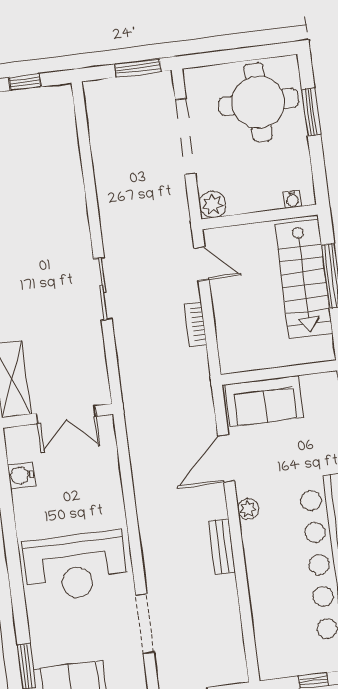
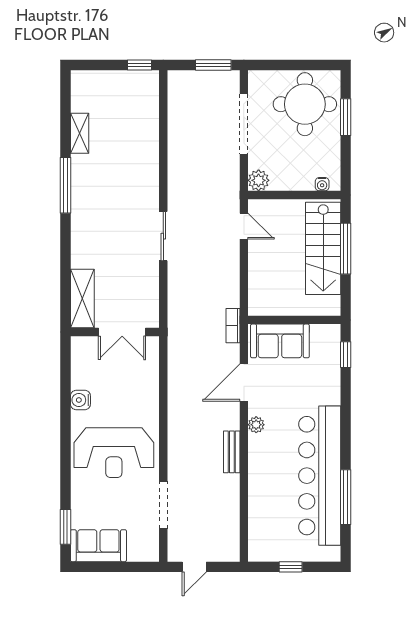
window: (25, 82) -> (139, 65), moved
bookcase: (195, 325) -> (233, 326), moved
water cooler: (21, 475) -> (80, 400), moved

